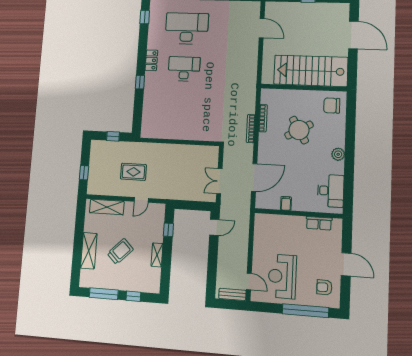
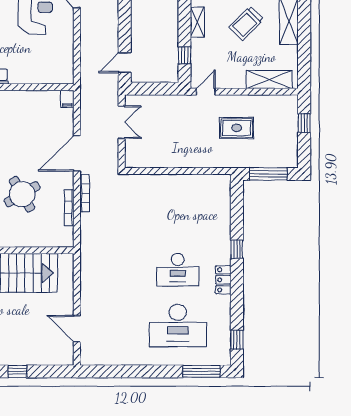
window: (113, 136) -> (268, 174), width x2.17
door: (254, 177) -> (77, 153), moved
door: (141, 200) -> (206, 92), moved
filing cabinet: (286, 203) -> (67, 99), moved

